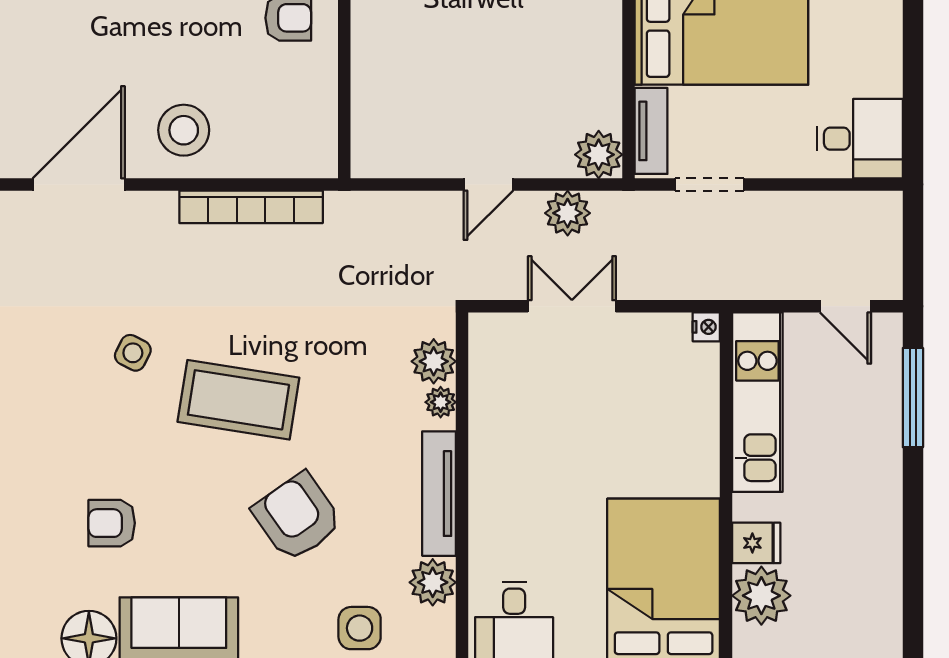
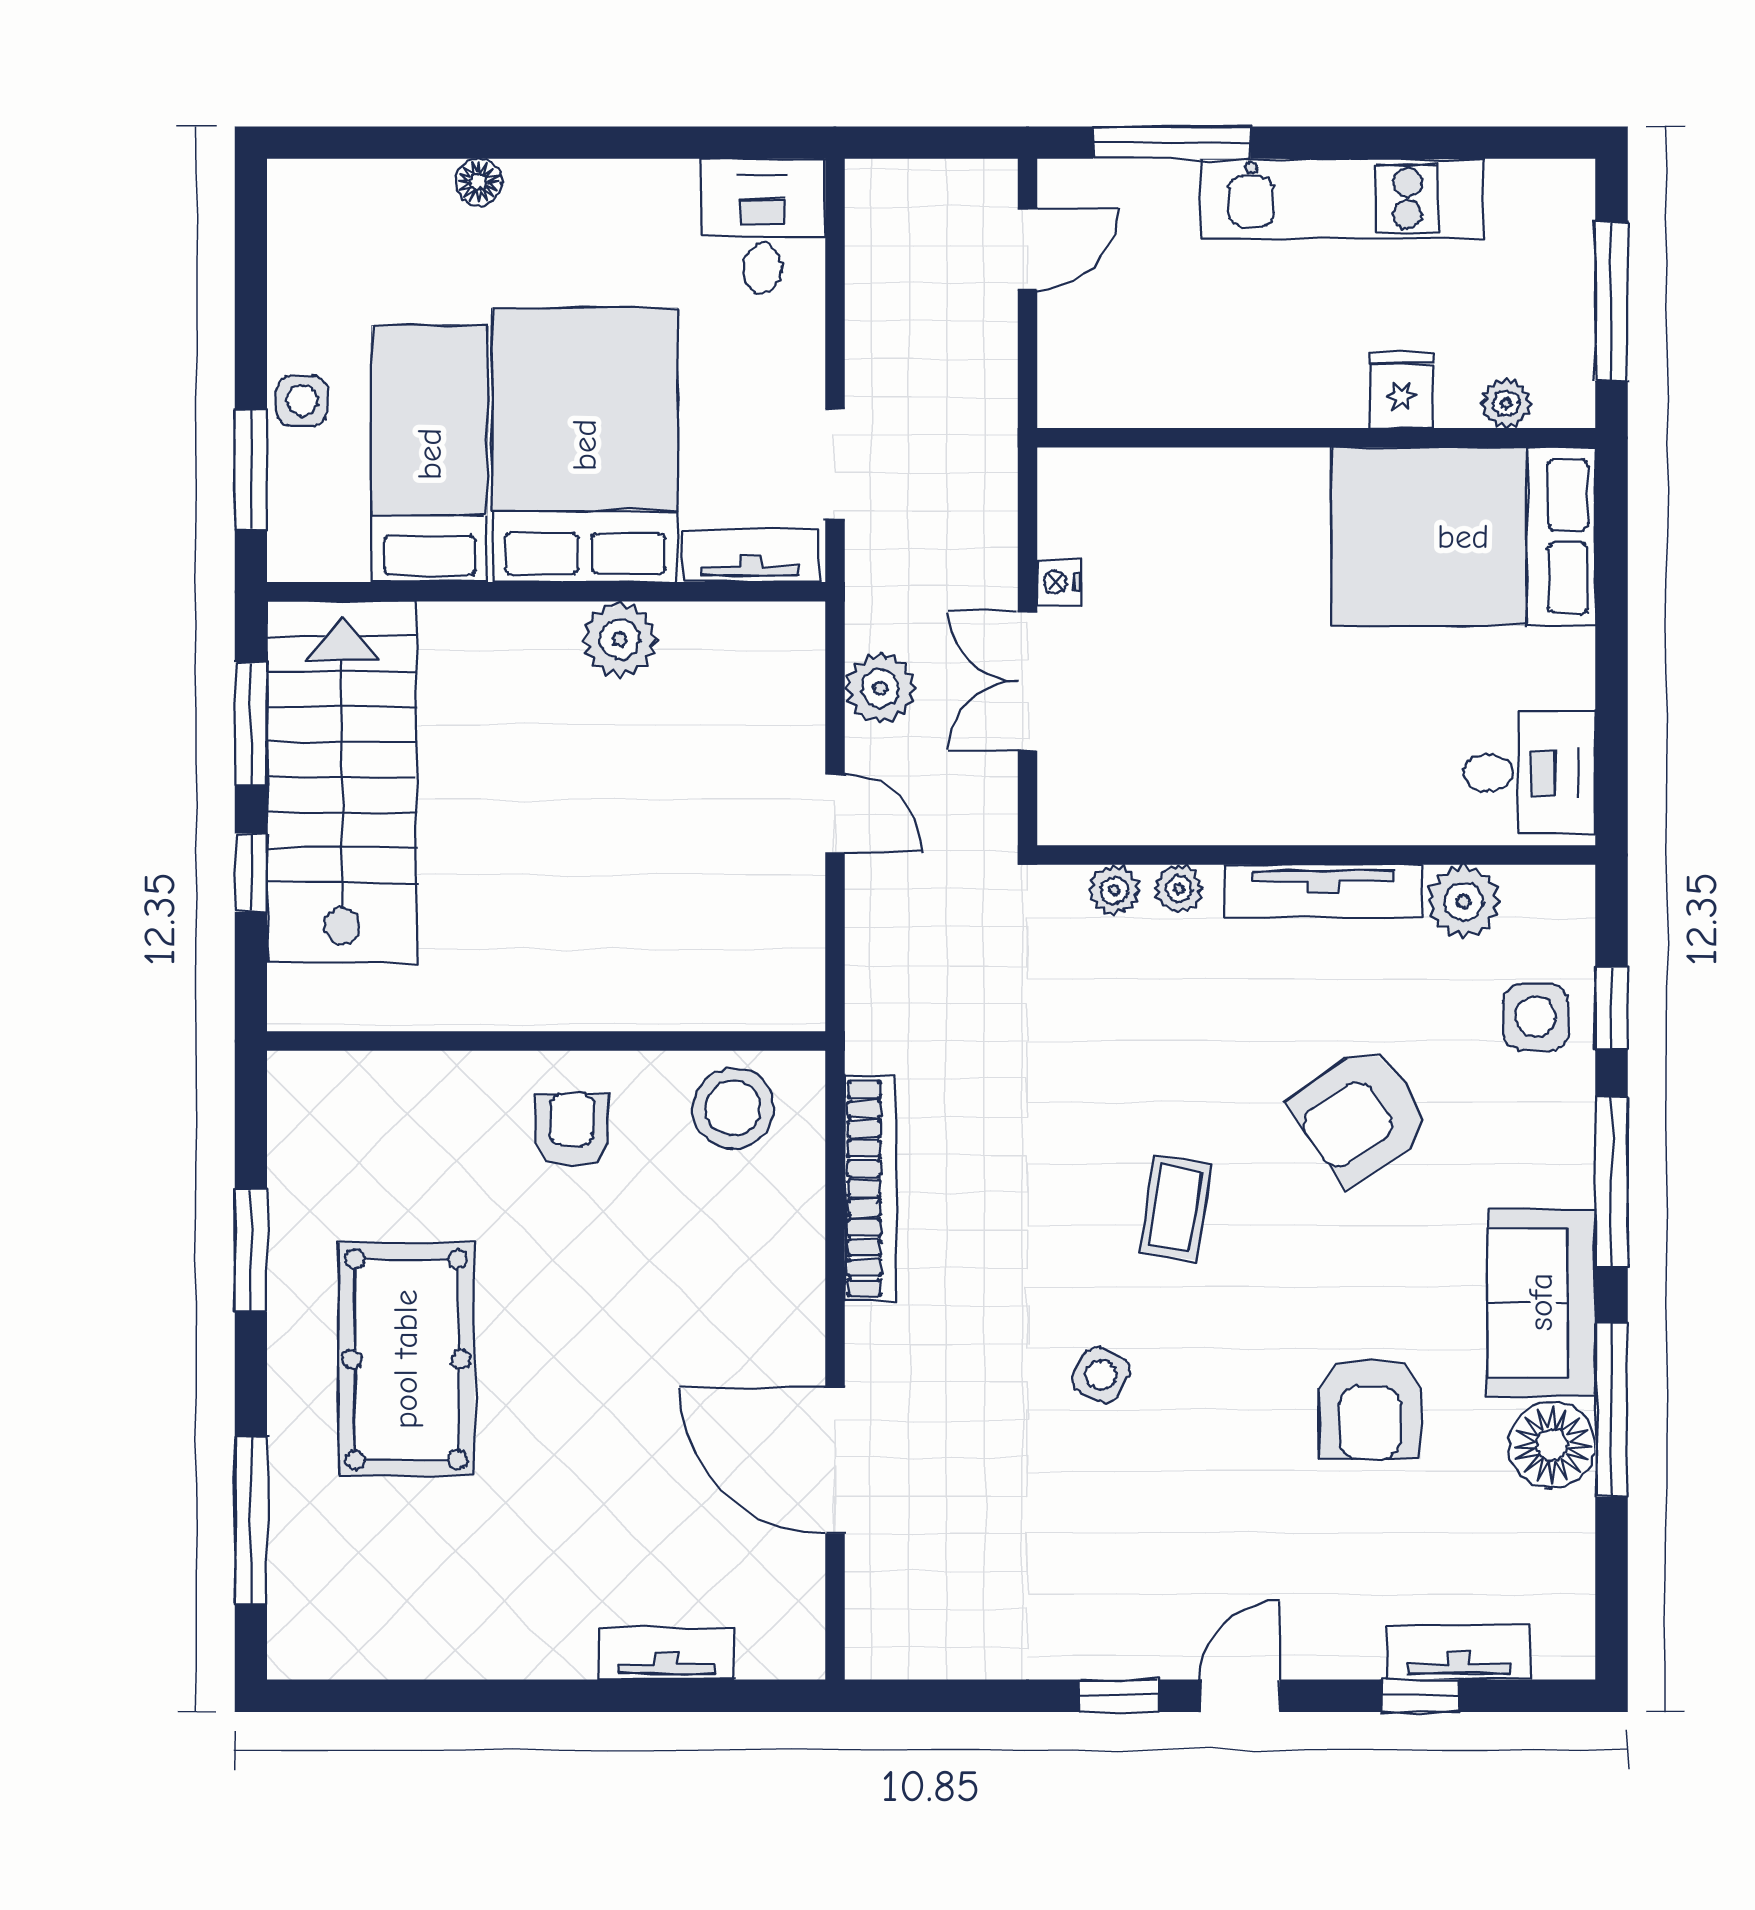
stool: (184, 130) -> (733, 1108), moved
plant: (599, 155) -> (620, 639), moved
nightstand: (706, 327) -> (1059, 582), moved, turned -90
plant: (434, 361) -> (1114, 890), width x0.73, depth x0.73
coffee table: (238, 400) -> (1175, 1208), width x0.54, depth x0.58
kitchen unit: (757, 402) -> (1342, 199), moved, turned 180
armchair: (112, 523) -> (1370, 1409), width x1.38, depth x1.38
plant: (761, 596) -> (1506, 404), width x0.53, depth x0.53

